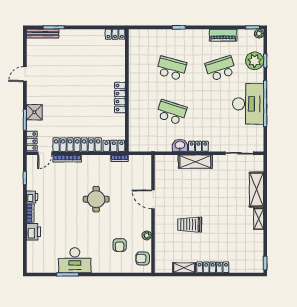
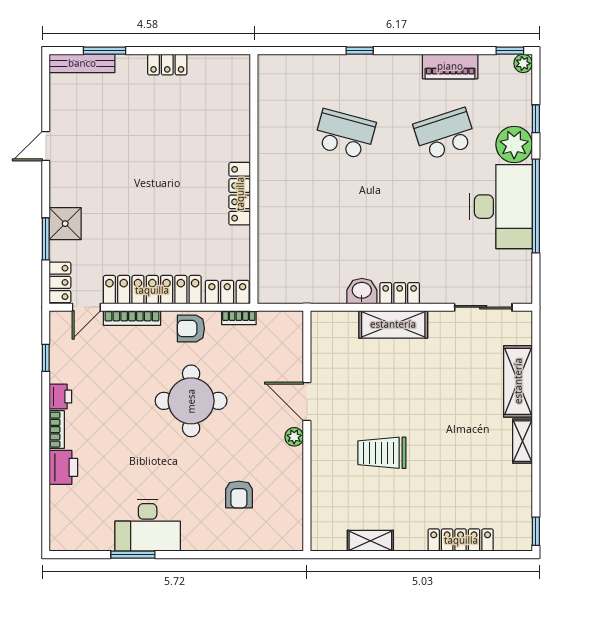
locker: (115, 34) -> (167, 65), moved
plant: (255, 61) -> (514, 145), moved
school desk: (171, 112) -> (345, 224), removed
round table: (96, 199) -> (191, 401), width x1.36, depth x1.36
plant: (147, 235) -> (294, 437), moved
armchair: (143, 258) -> (191, 328), moved
locker: (213, 267) -> (461, 540), moved

